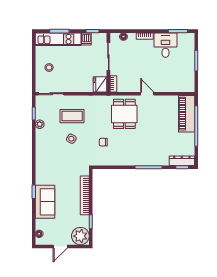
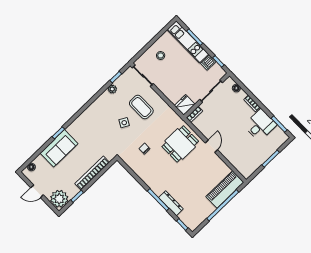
dresser: (182, 161) -> (171, 203), moved

